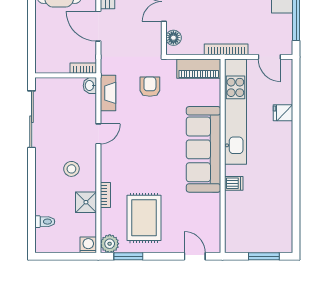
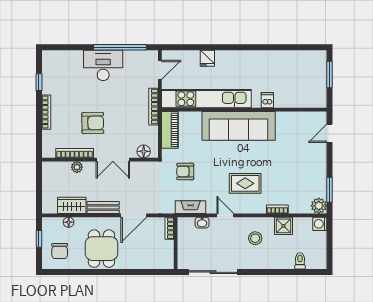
washbasin: (90, 86) -> (202, 223), moved
rug: (144, 218) -> (245, 183), moved, width x0.73, depth x0.70

